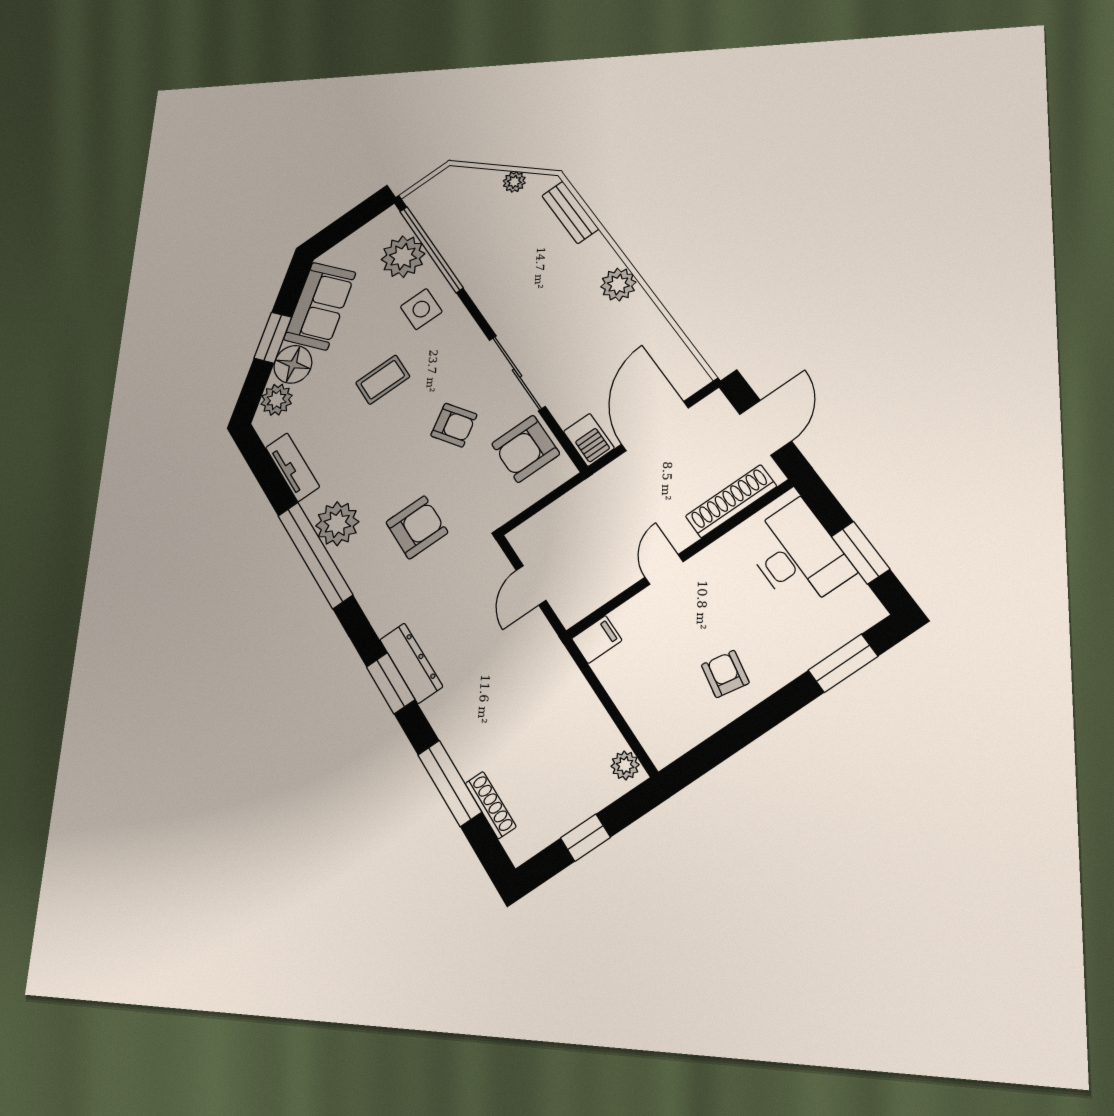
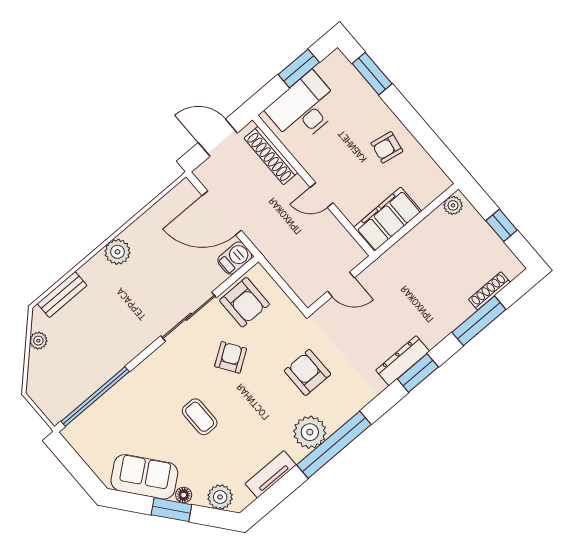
plant: (403, 257) -> (102, 418), removed
side table: (421, 309) -> (143, 396), removed
floor lamp: (293, 364) -> (184, 495), width x0.53, depth x0.53
filing cabinet: (597, 639) -> (387, 219), width x3.00, depth x1.17

